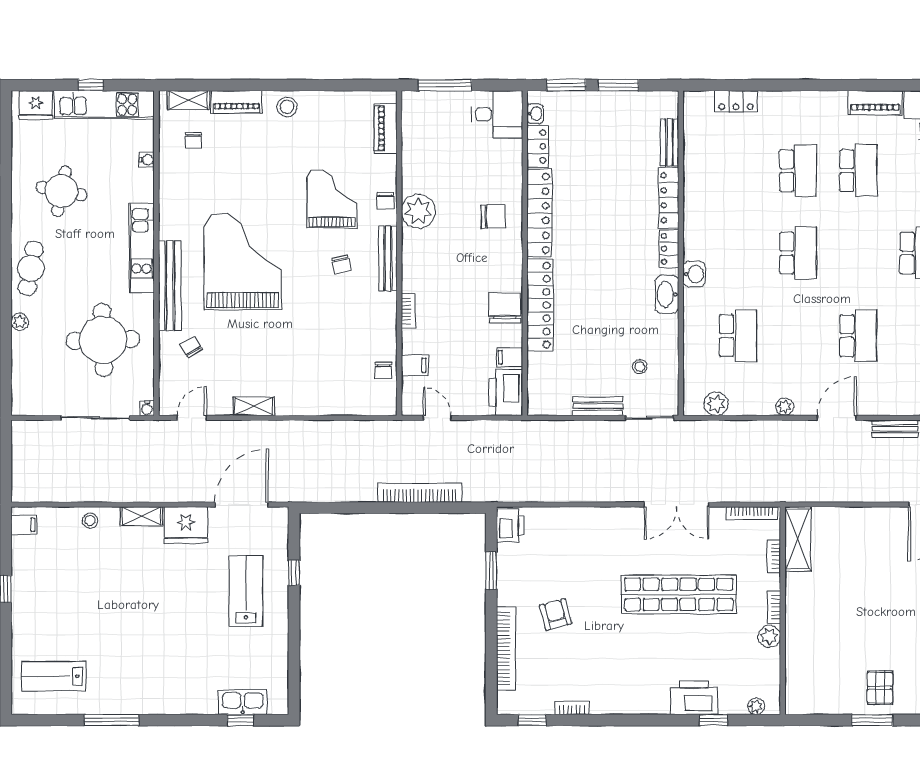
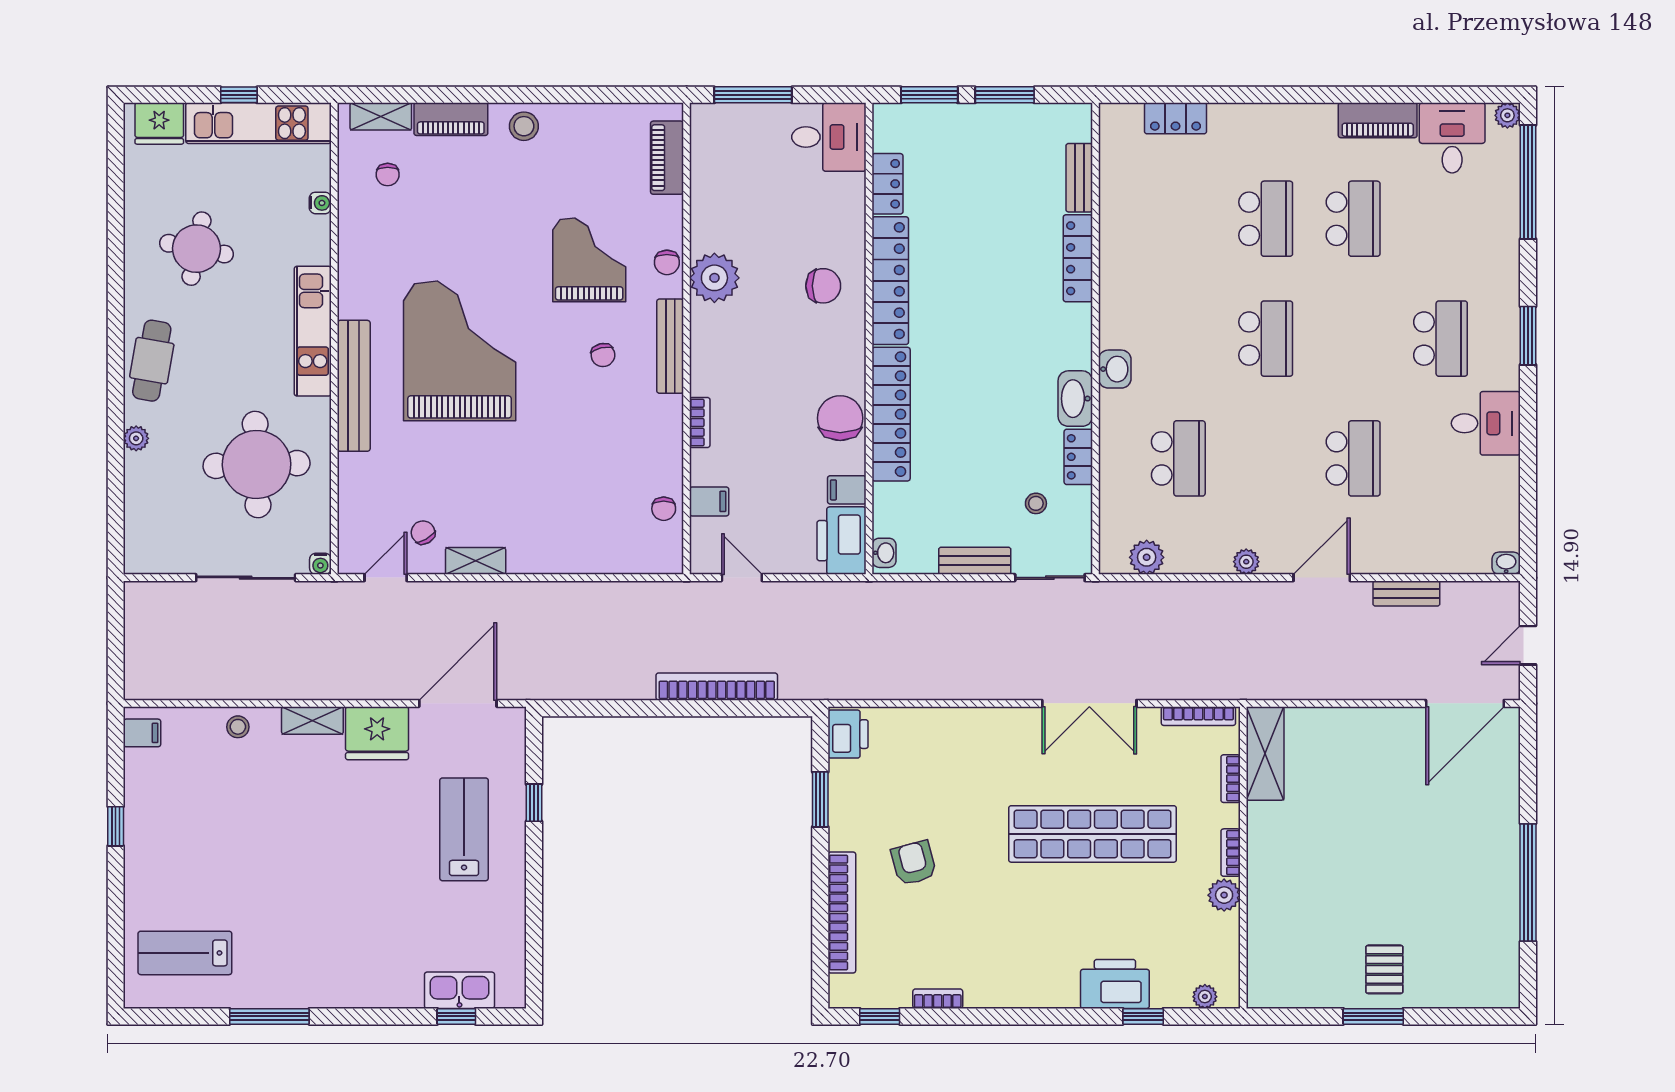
washbasin: (535, 114) -> (884, 553), moved
locker: (669, 249) -> (1078, 457), moved
chair: (191, 347) -> (423, 533), moved

